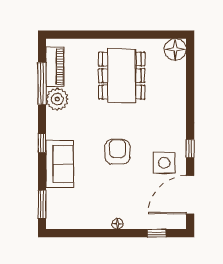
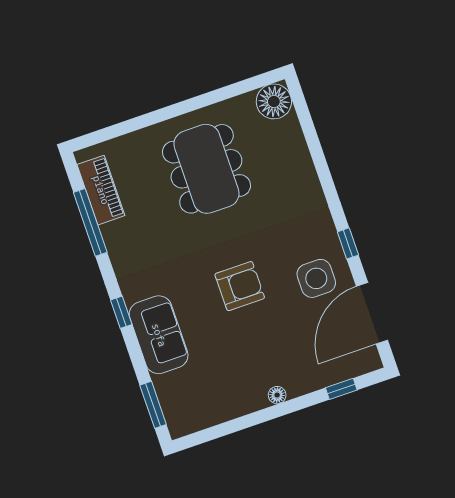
plant: (57, 99) -> (121, 238), removed
armchair: (117, 152) -> (240, 286), turned 90

